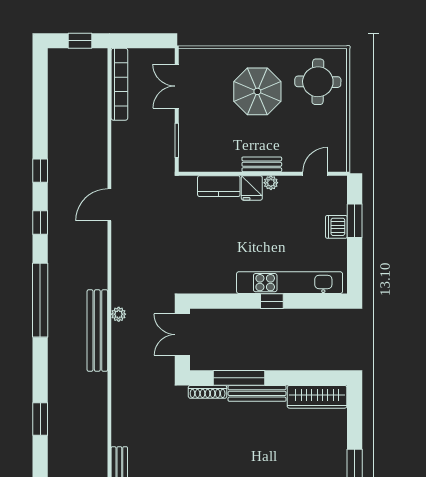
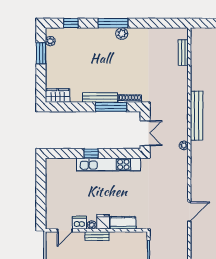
window: (355, 221) -> (41, 202), removed
dishwasher: (336, 227) -> (79, 223), moved, turned -90
kitchen unit: (290, 283) -> (109, 165), moved
bench: (97, 330) -> (197, 116), moved
wardrobe: (317, 397) -> (58, 95), width x0.67

